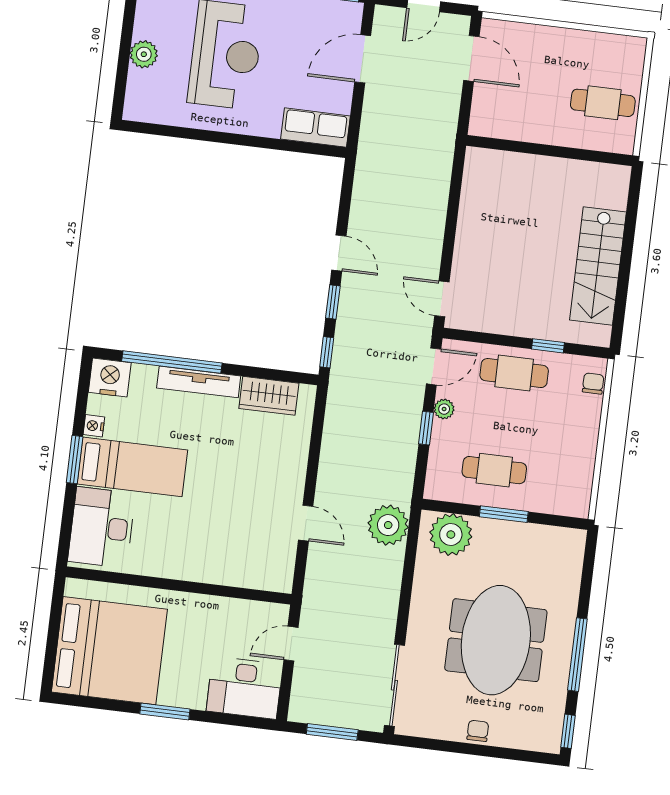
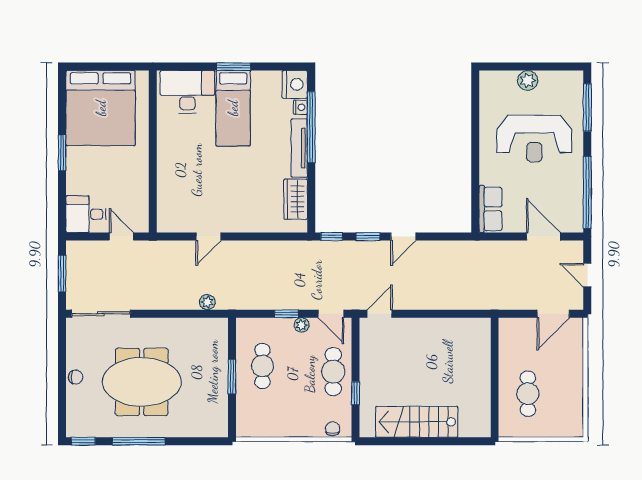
cafe table: (603, 103) -> (528, 394), moved
chair: (593, 383) -> (333, 429), turned -90
nightstand: (94, 426) -> (300, 107), moved, turned 90
plant: (388, 525) -> (207, 302), width x0.53, depth x0.53
plant: (451, 535) -> (213, 341), removed
desk: (244, 688) -> (86, 214), width x0.73

